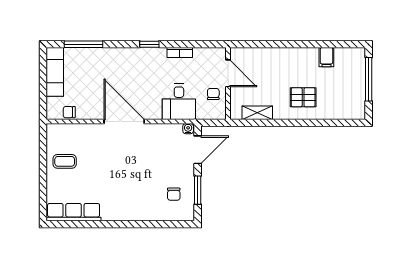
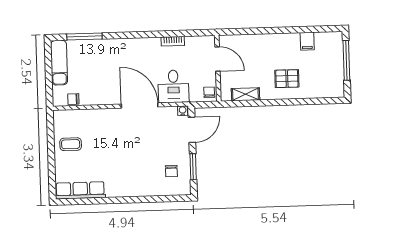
window: (149, 44) -> (145, 35), removed
chair: (213, 94) -> (209, 92), moved
door: (124, 122) -> (140, 106), moved

